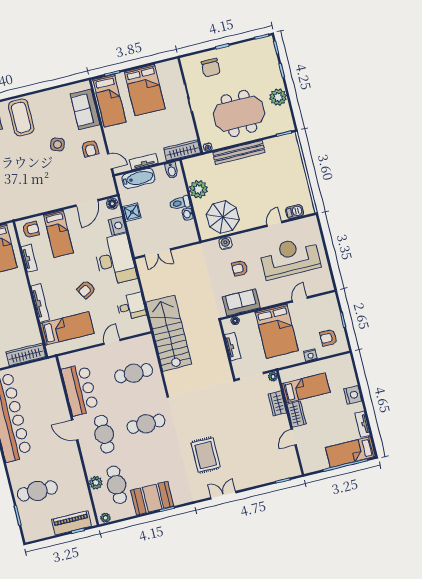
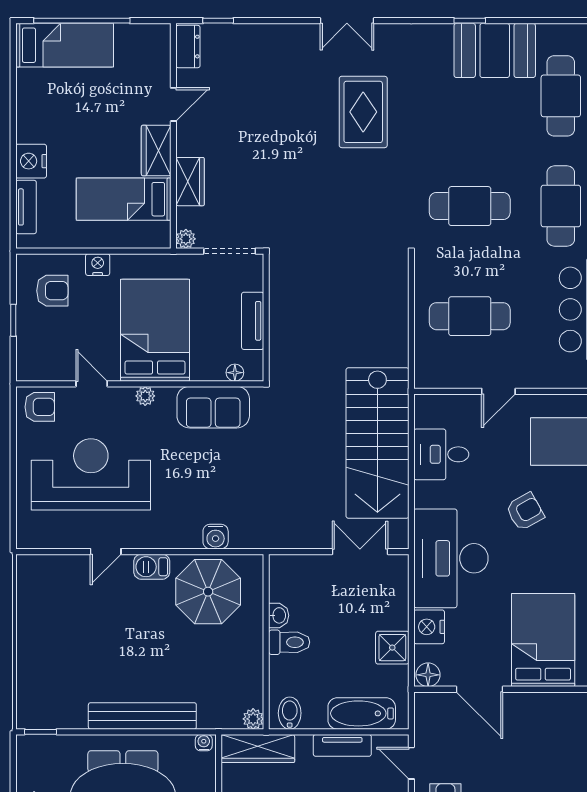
plant: (198, 189) -> (253, 719), moved, width x0.53, depth x0.53
door: (87, 203) -> (479, 689), swing flipped
barbecue: (295, 212) -> (152, 567), moved
bed: (59, 234) -> (543, 640), width x1.50
reception desk: (290, 258) -> (91, 474), turned 180
armchair: (240, 268) -> (40, 407), moved
door: (300, 299) -> (92, 384), swing flipped
plant: (274, 300) -> (145, 396), added
stairs: (169, 333) -> (377, 443), moved
tv unit: (362, 424) -> (26, 207), moved
dresser: (294, 465) -> (188, 47), added

